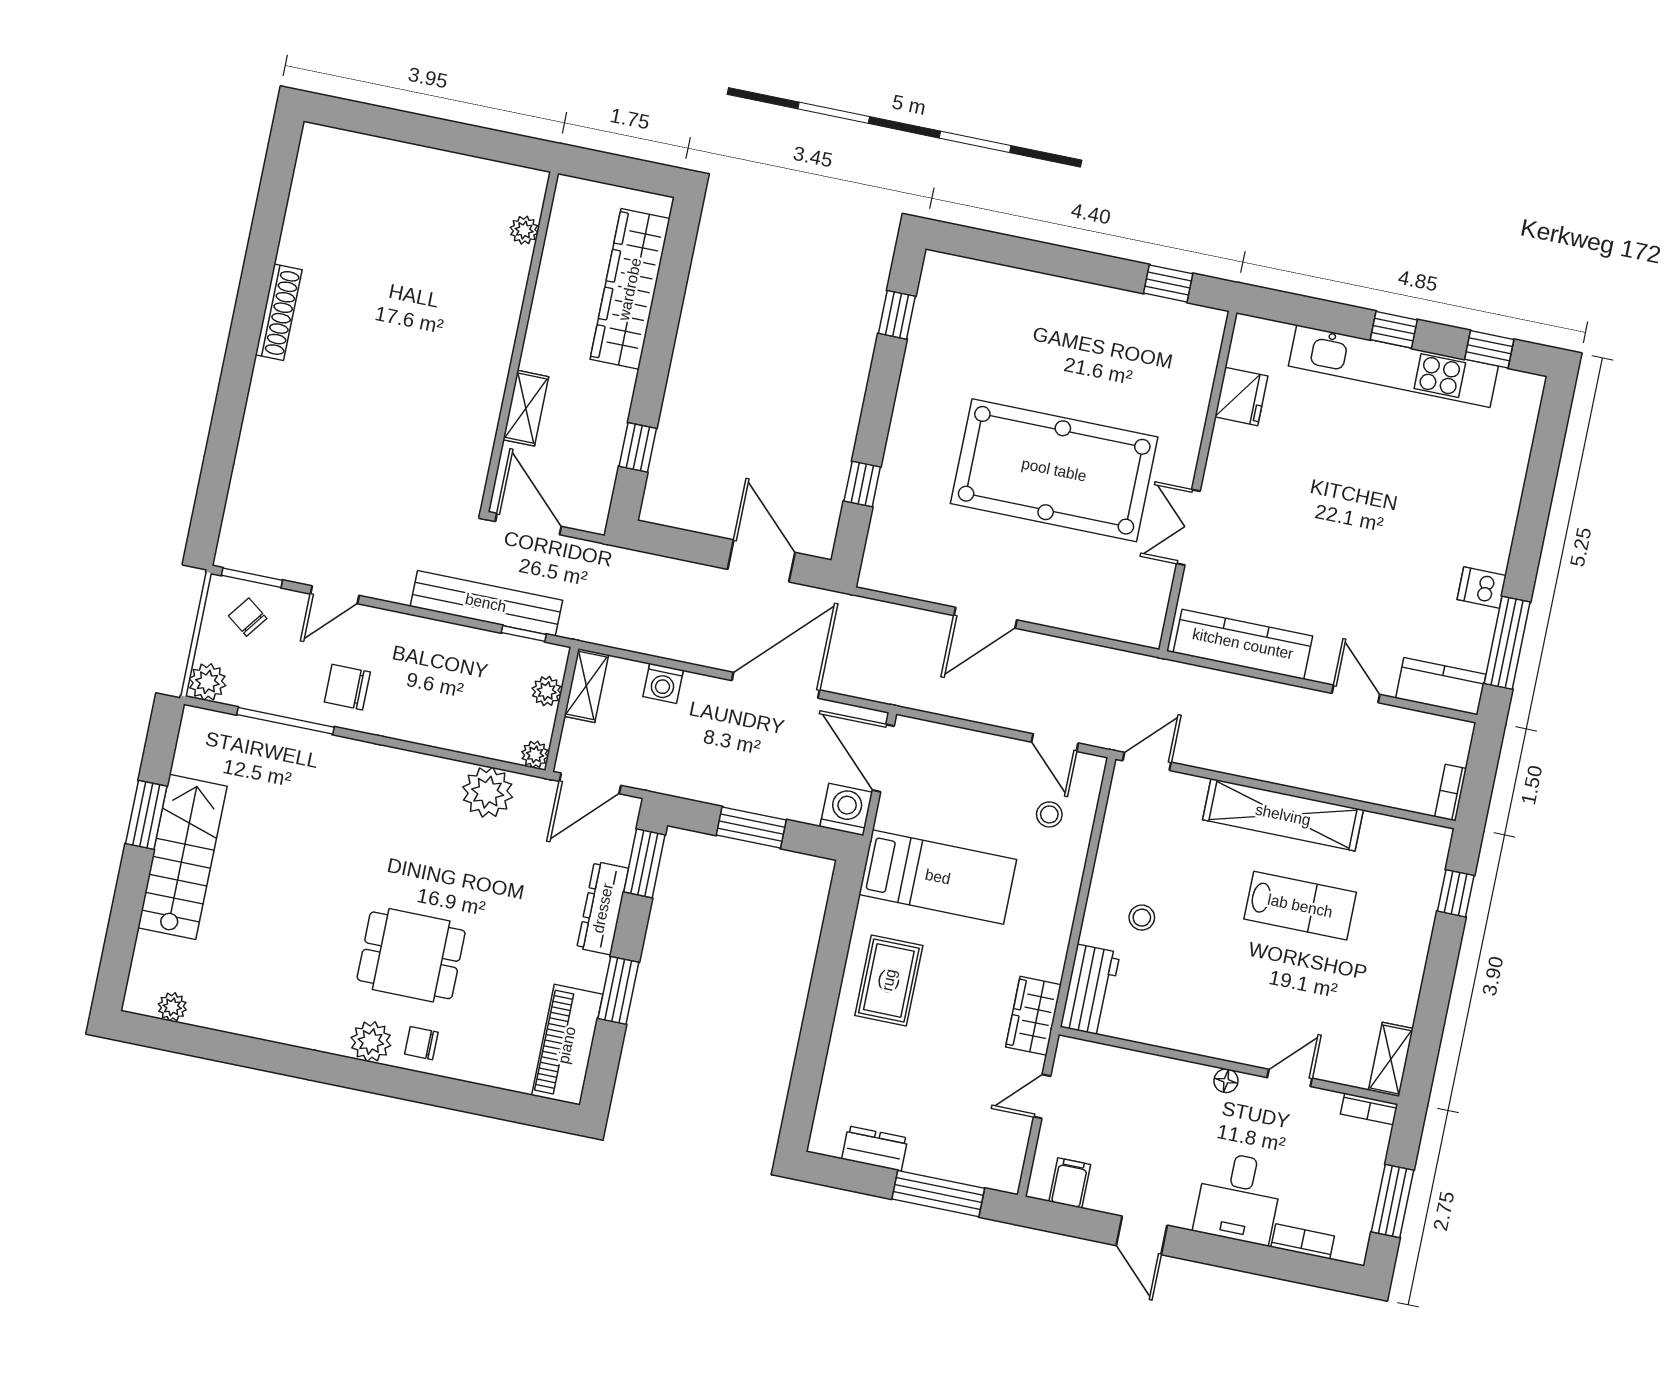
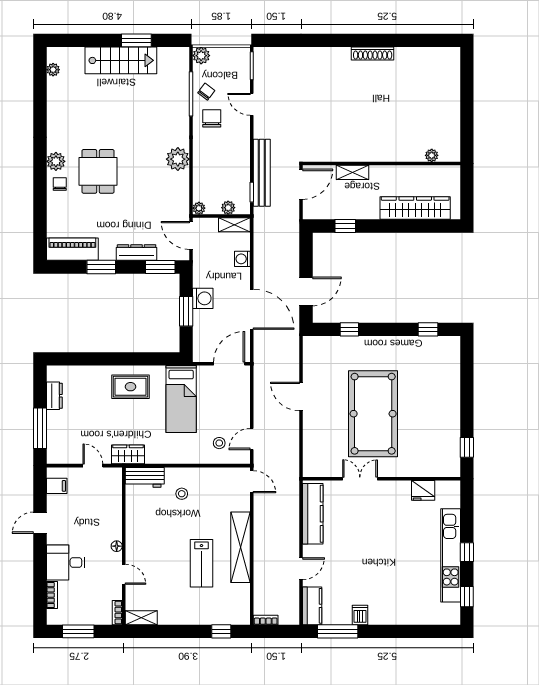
chair: (248, 617) -> (206, 92), moved
plant: (488, 792) -> (178, 159), moved
washing machine: (846, 809) -> (203, 298), moved

